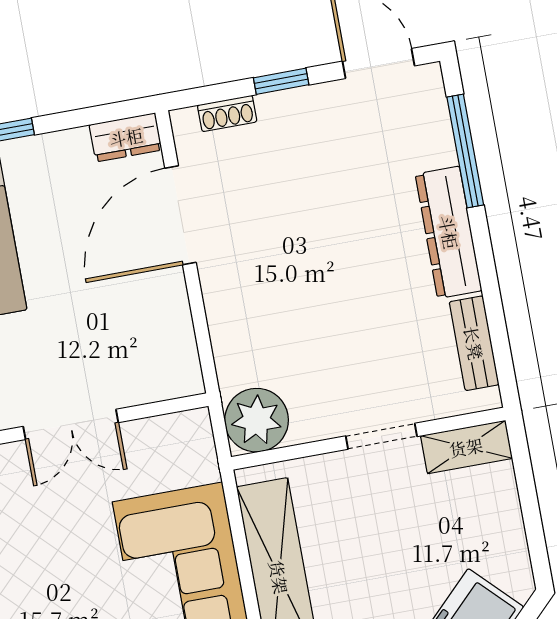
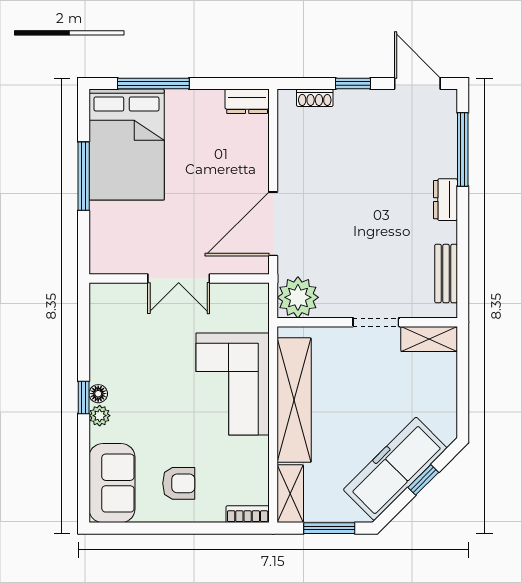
door: (181, 215) -> (273, 224), moved
dresser: (449, 232) -> (445, 200), width x0.51, depth x0.80

